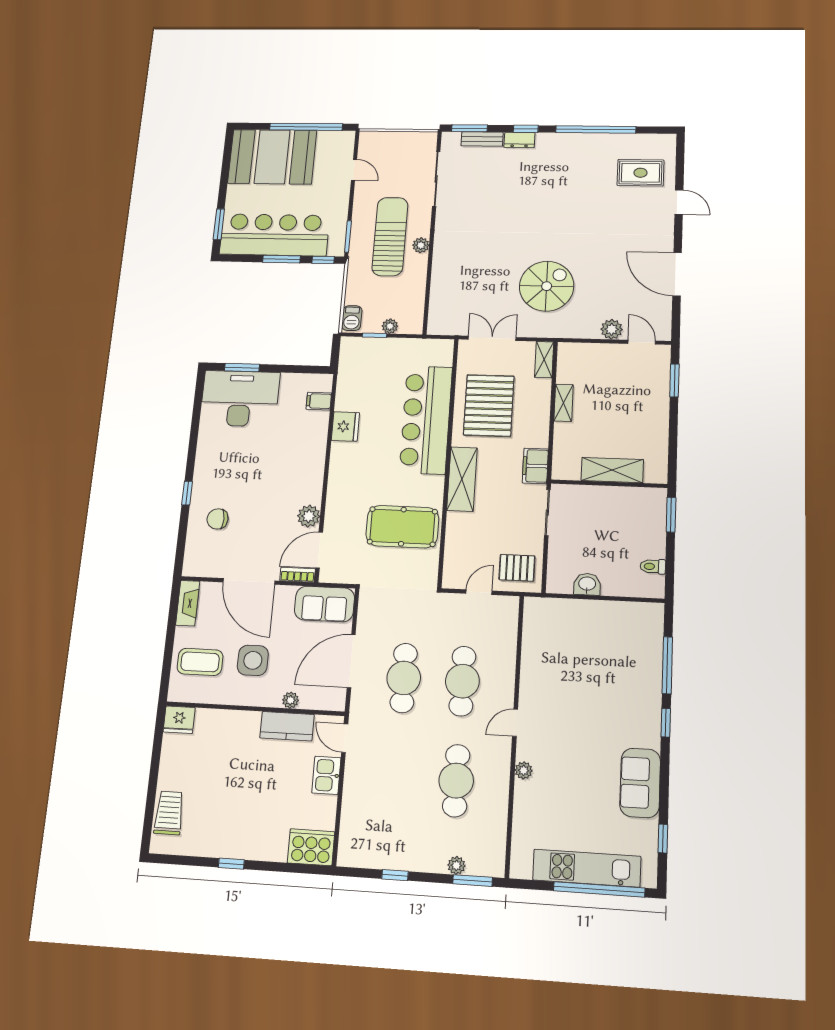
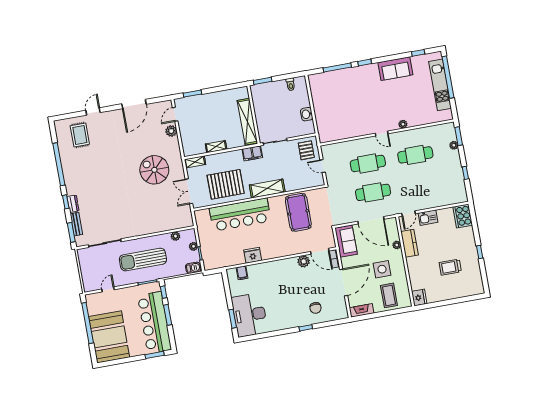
plant: (421, 245) -> (175, 236), moved
shelving: (612, 470) -> (247, 122), width x1.47
trolley: (169, 813) -> (450, 267), moved

